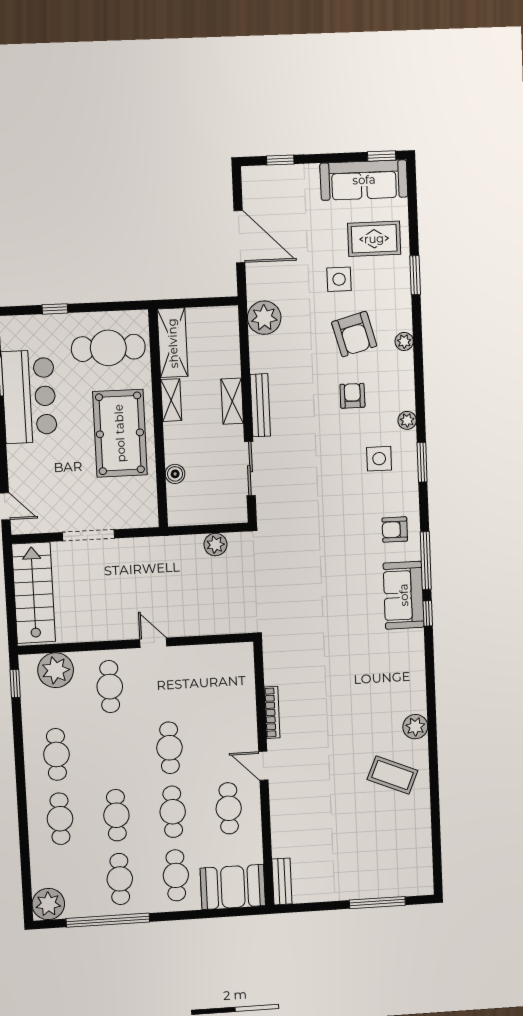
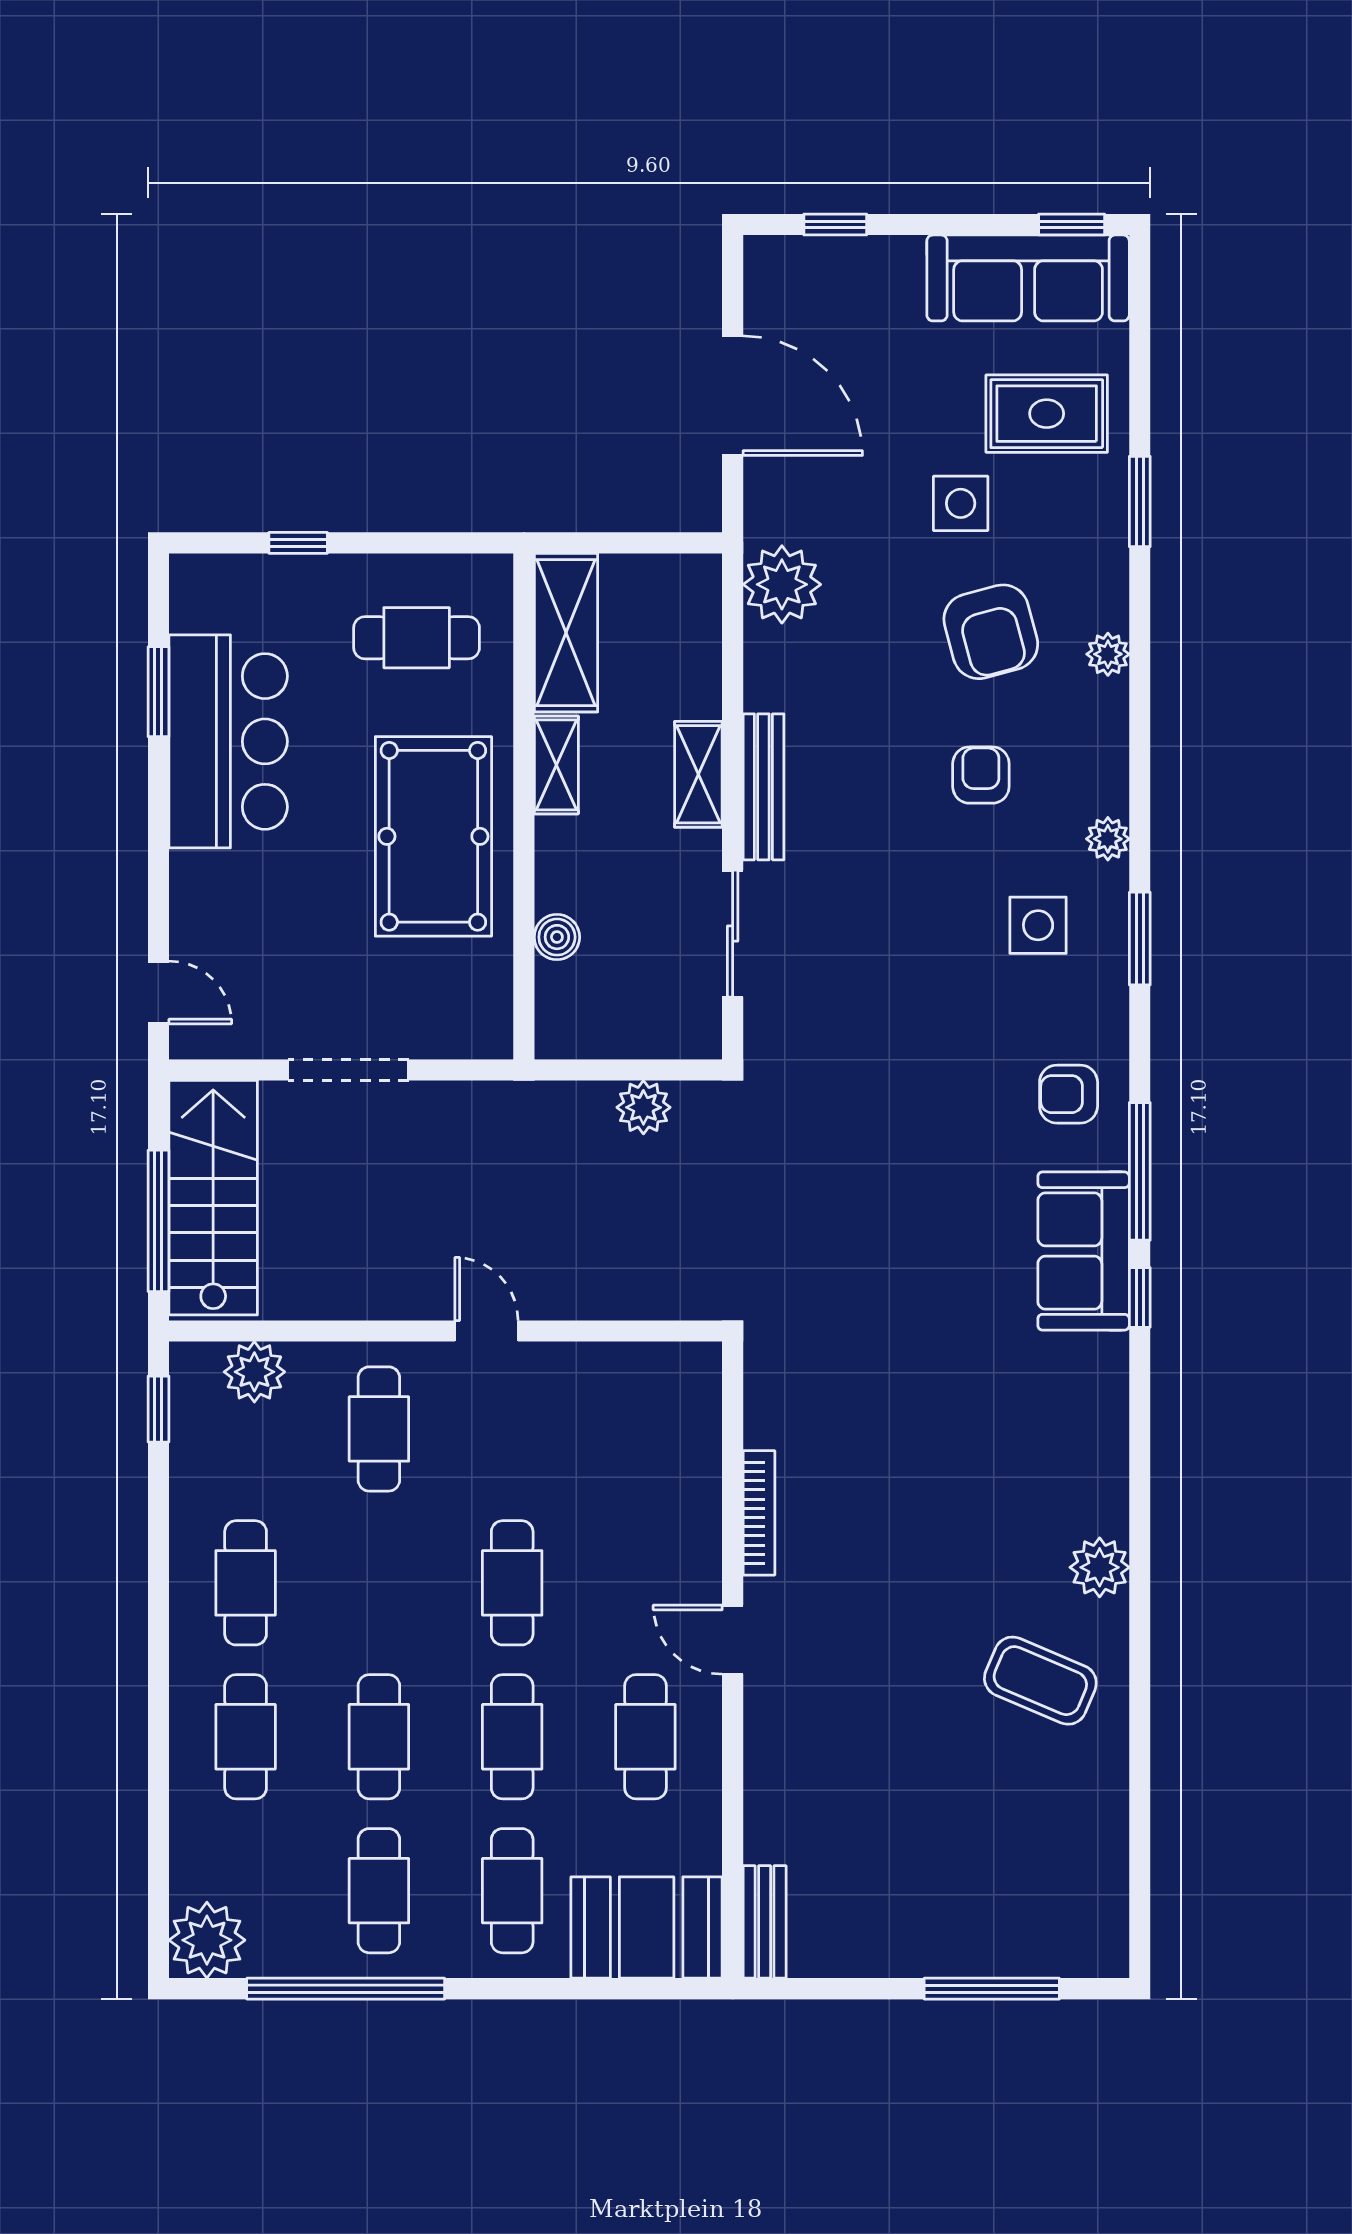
cafe table: (108, 348) -> (417, 638), width x0.73, depth x0.74
window: (11, 604) -> (158, 1221), added
plant: (56, 670) -> (254, 1372), width x0.73, depth x0.73

